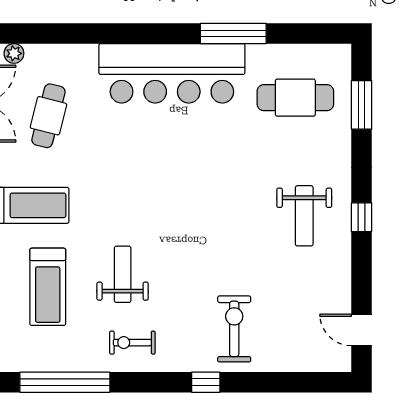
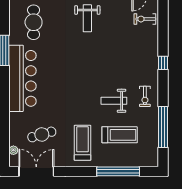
cafe table: (48, 116) -> (42, 134), turned -30
weight bench: (304, 216) -> (87, 18), turned 90
exercise bike: (234, 329) -> (145, 19), moved, width x0.73, depth x0.72

